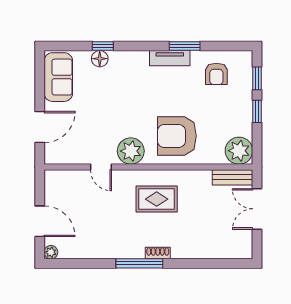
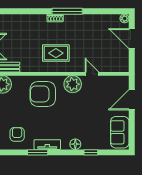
floor lamp: (100, 59) -> (75, 144), moved
armchair: (177, 136) -> (43, 94), turned 180

